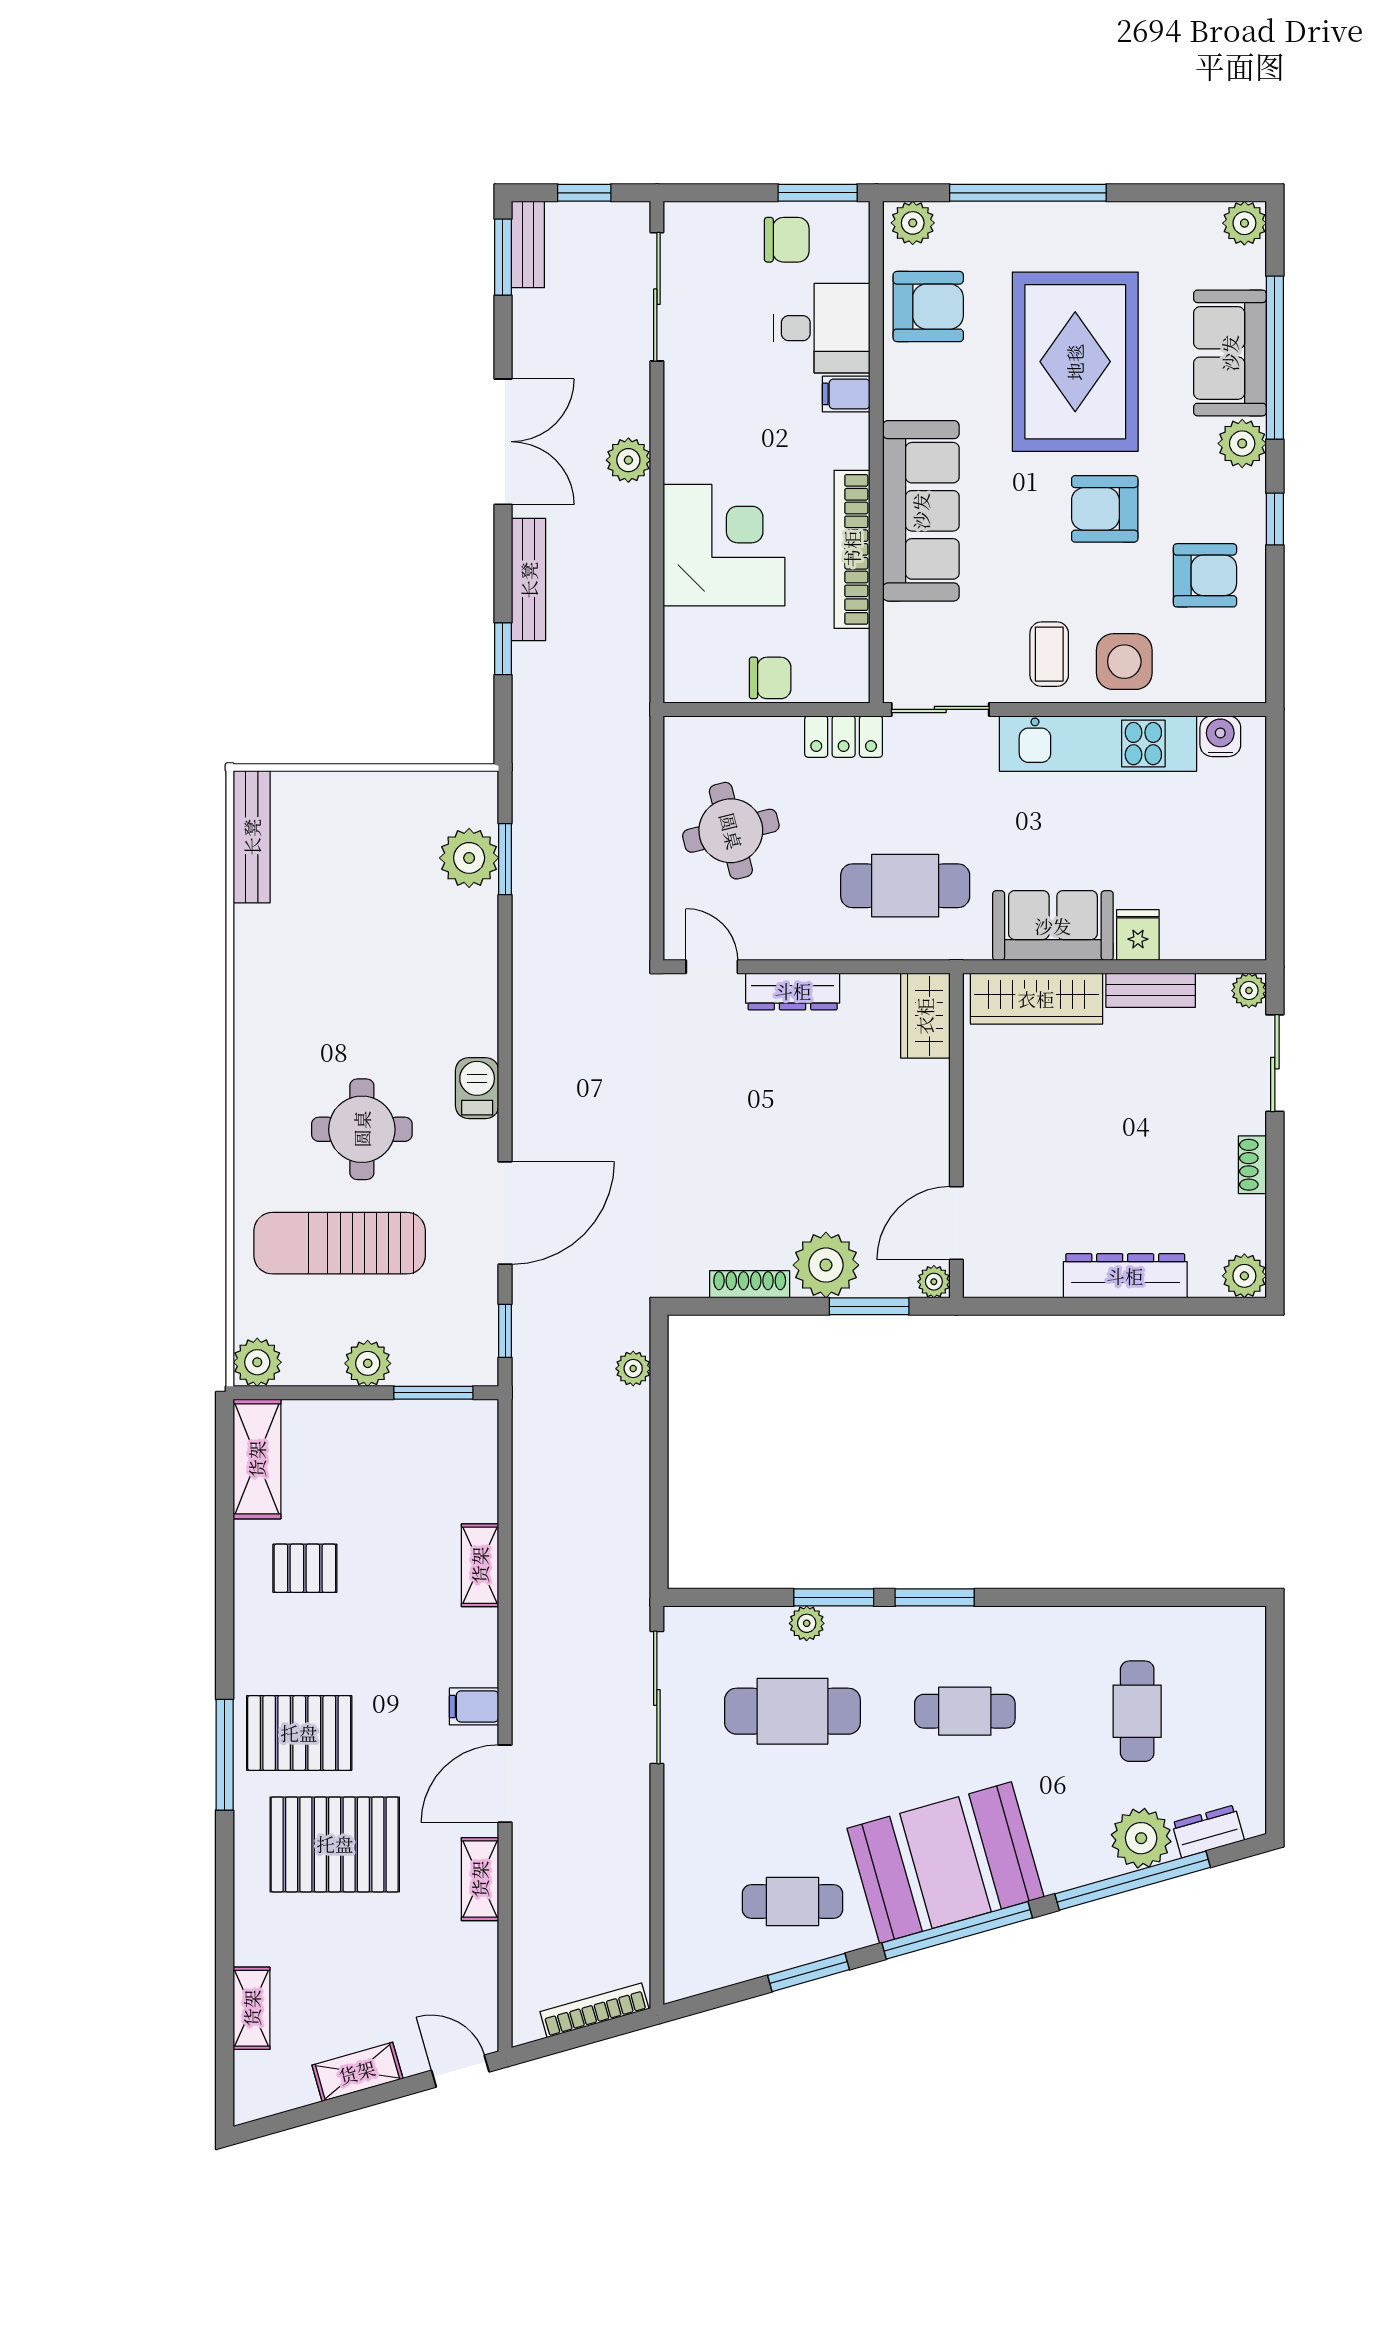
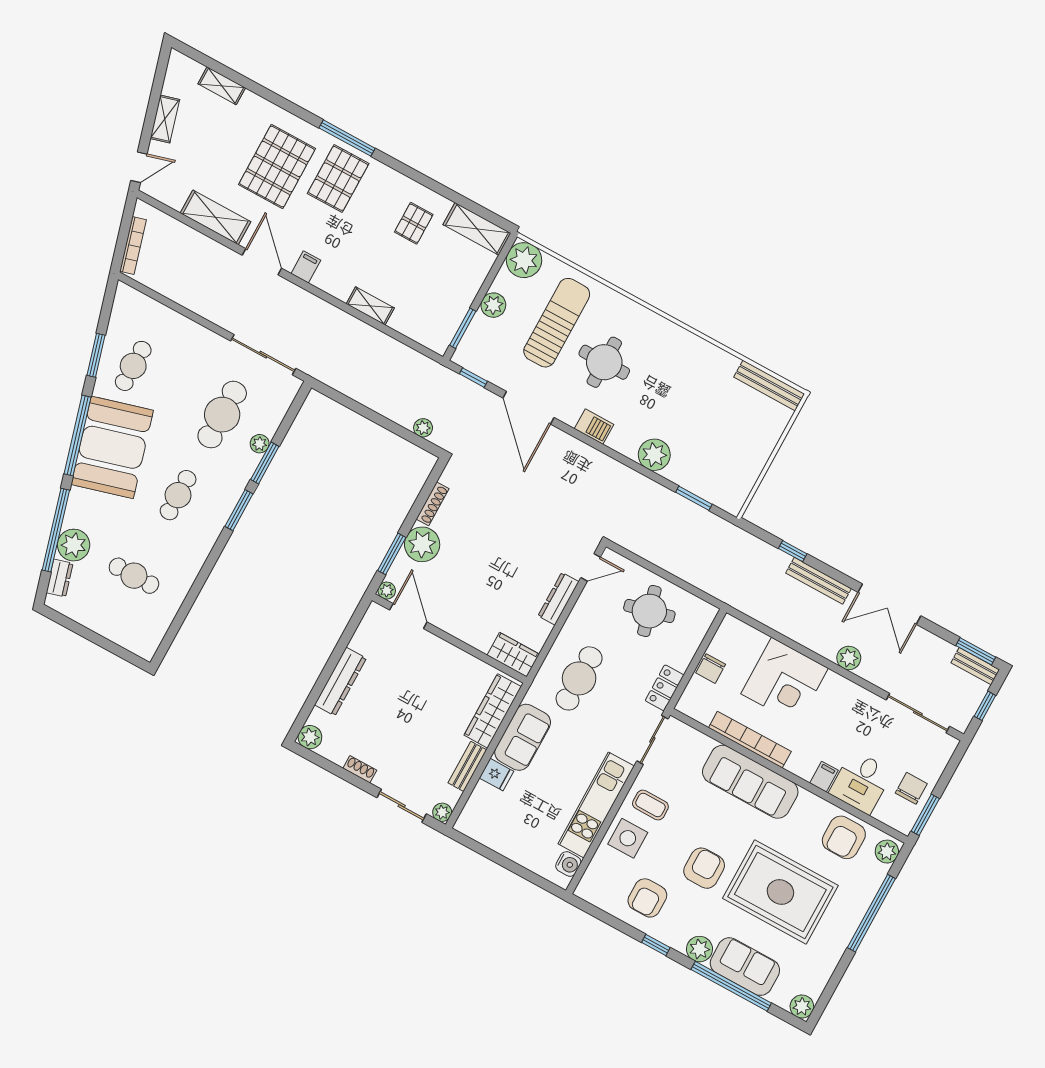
chair: (787, 240) -> (911, 788), turned 180
plant: (469, 858) -> (654, 455), moved
plant: (257, 1362) -> (524, 260), width x1.36, depth x1.36
shelving: (480, 1879) -> (216, 217), width x1.50, depth x1.33

